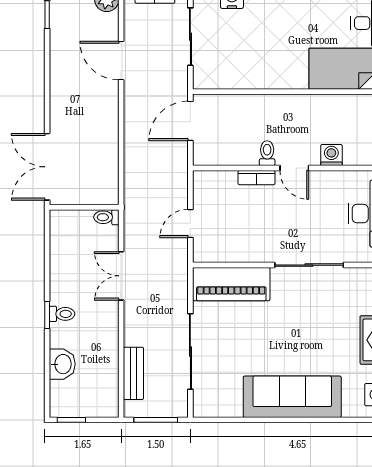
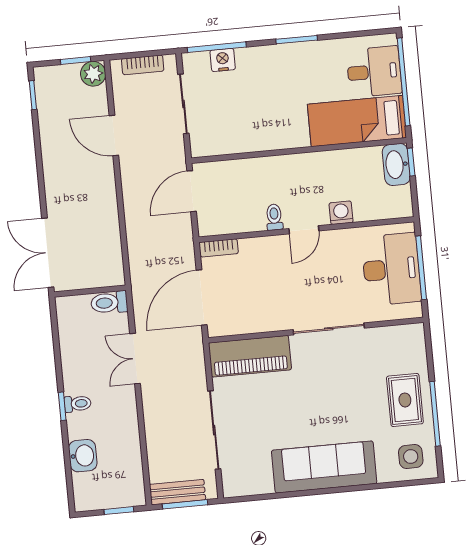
door: (294, 168) -> (304, 230), hinge flipped
bookcase: (256, 178) -> (219, 248), moved
toilet: (106, 217) -> (109, 303), width x1.37, depth x1.39
door: (190, 224) -> (202, 297), width x1.87
bench: (133, 373) -> (177, 492), moved, turned 90
window: (71, 420) -> (119, 511), moved

